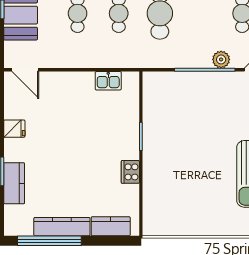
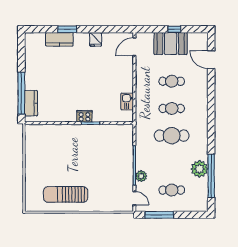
cooker: (130, 172) -> (84, 116), moved
kitchen counter: (62, 227) -> (31, 71), removed
window: (49, 241) -> (21, 93), moved

